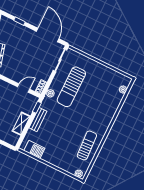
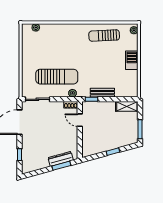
shelving: (21, 124) -> (127, 106), moved
barbecue: (34, 149) -> (132, 60), moved

